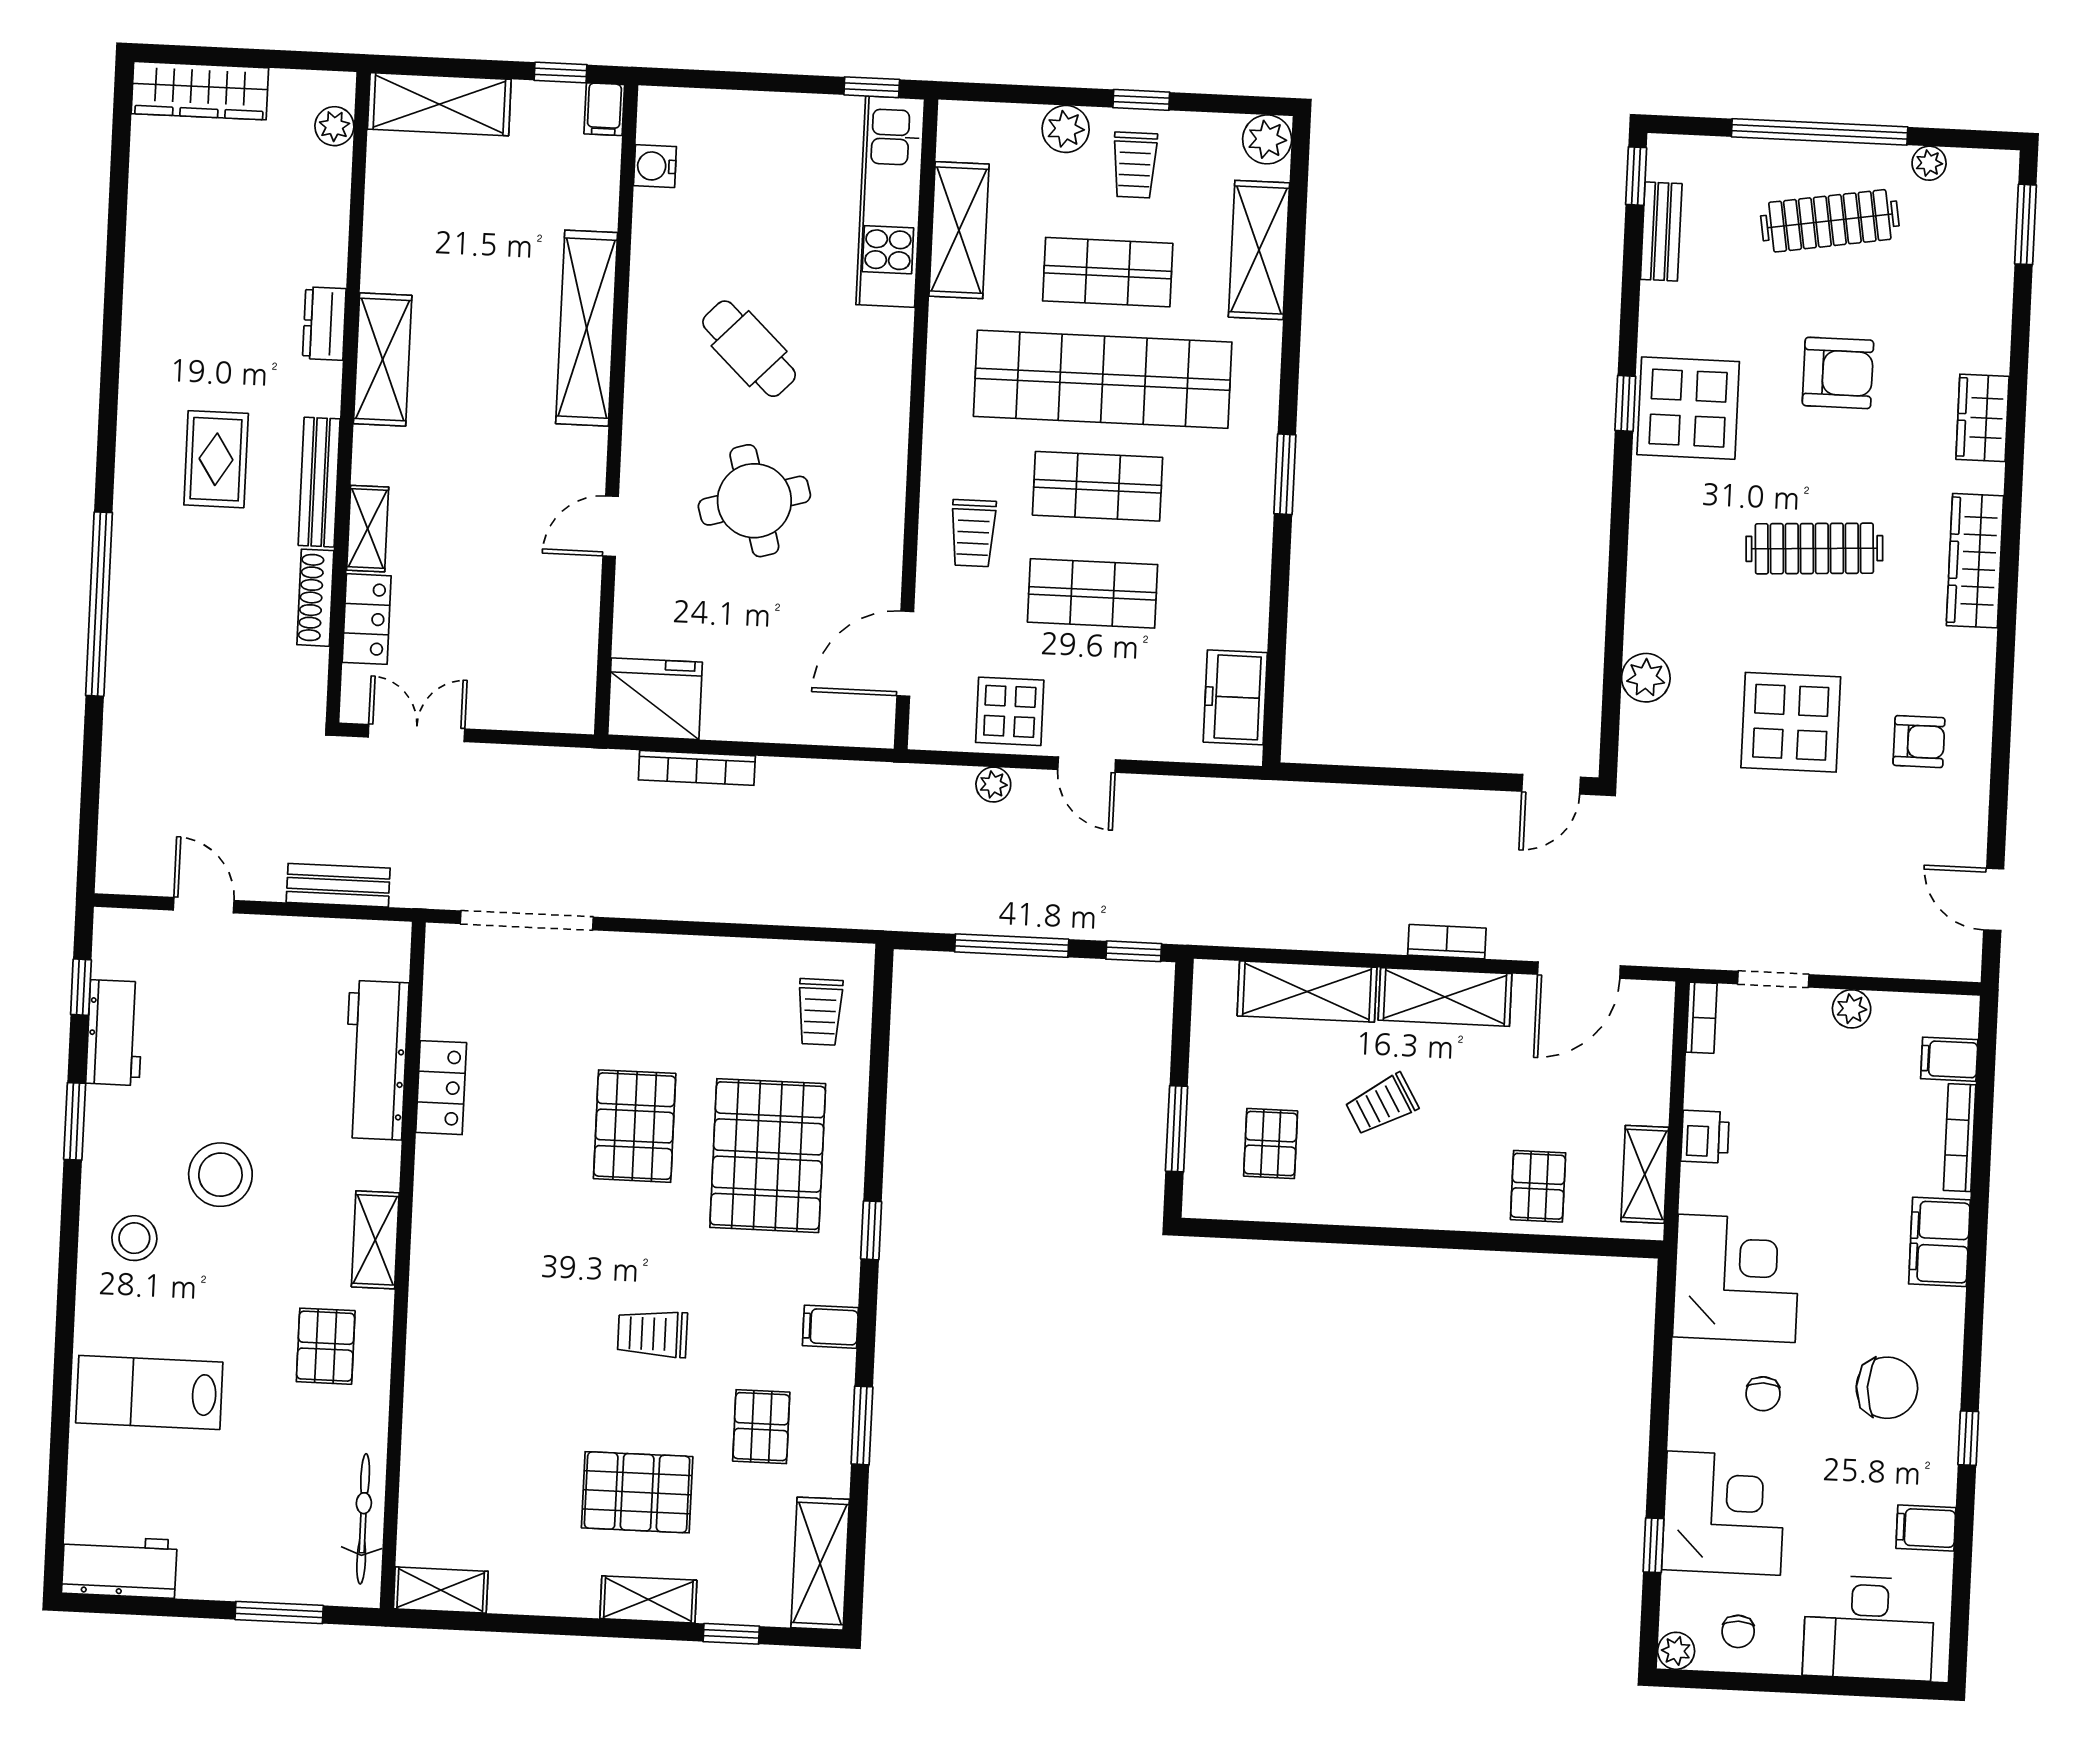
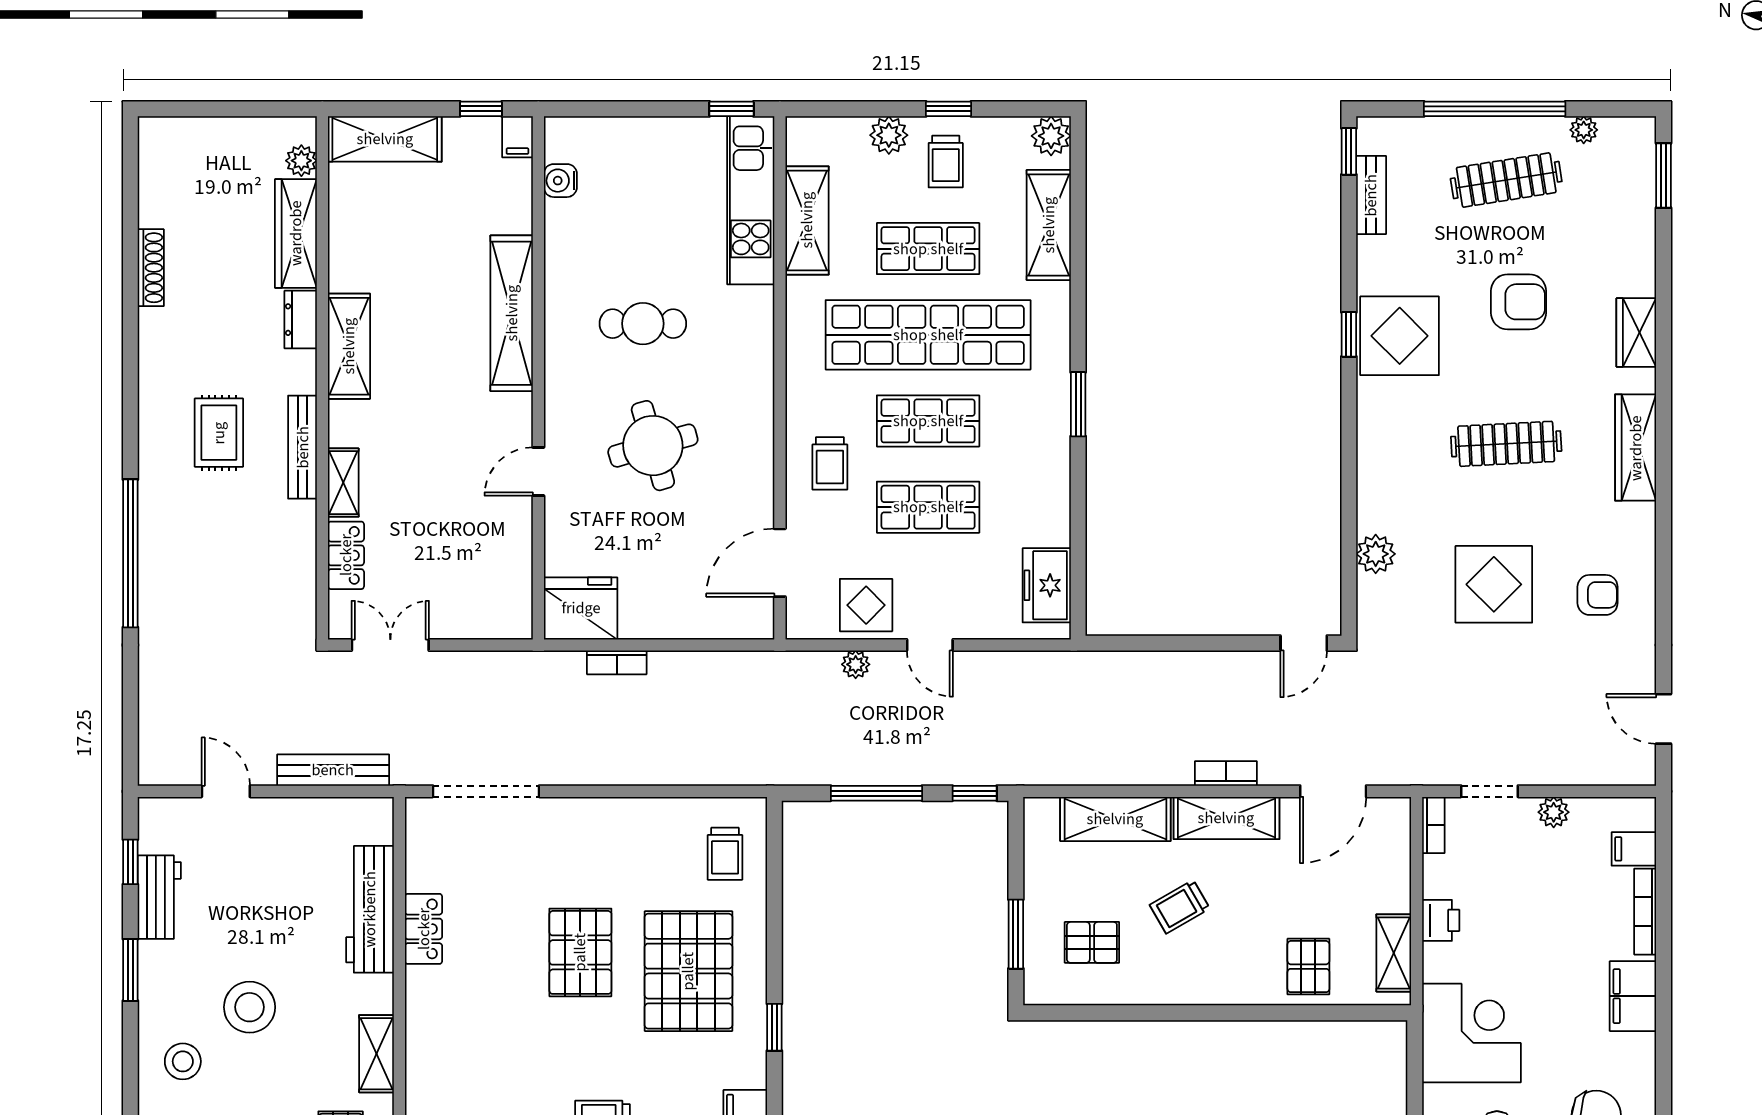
wardrobe: (200, 91) -> (296, 233), moved, turned 90
cafe table: (749, 349) -> (643, 324), turned -44
shoe rack: (315, 598) -> (151, 268), moved, turned 180
bookcase: (697, 768) -> (617, 662), width x0.64
bench: (338, 885) -> (333, 770), width x1.36
pallet: (1271, 1144) -> (1092, 942), turned 90

